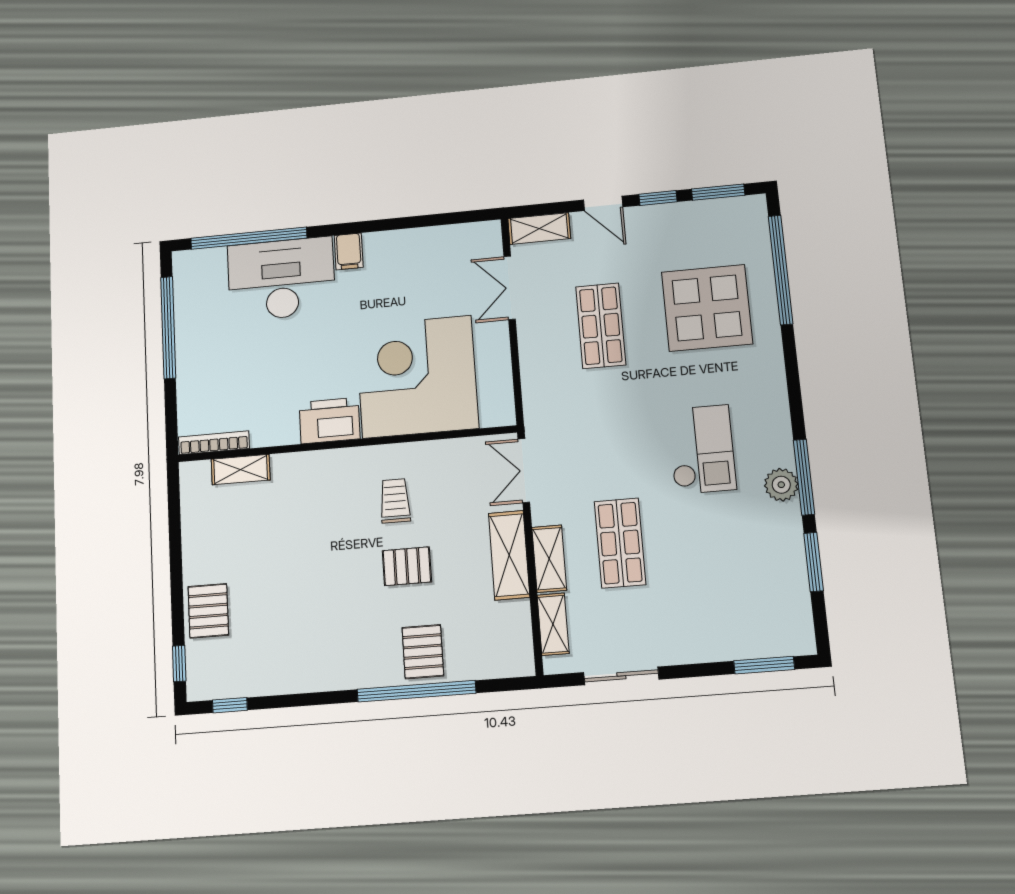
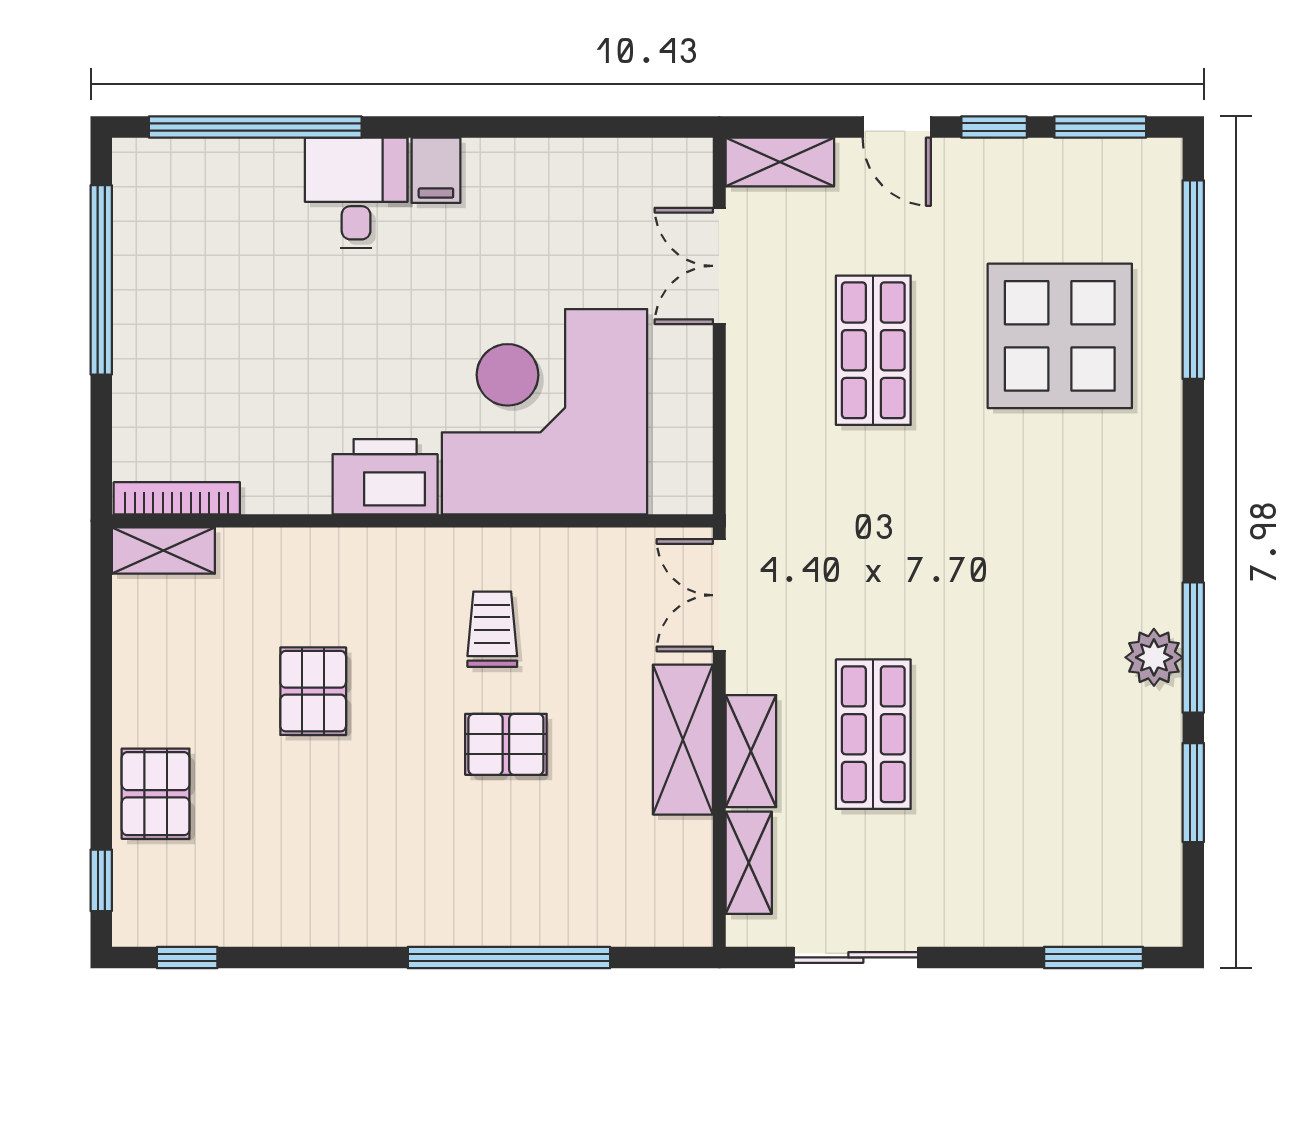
desk: (281, 279) -> (356, 193), width x0.53, depth x0.77
checkout: (702, 449) -> (1026, 585), removed
shelving: (241, 470) -> (163, 550), moved
pallet: (423, 652) -> (313, 691), moved

